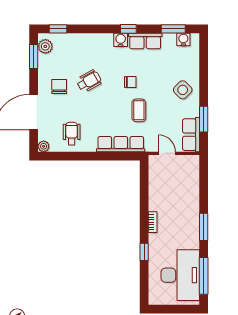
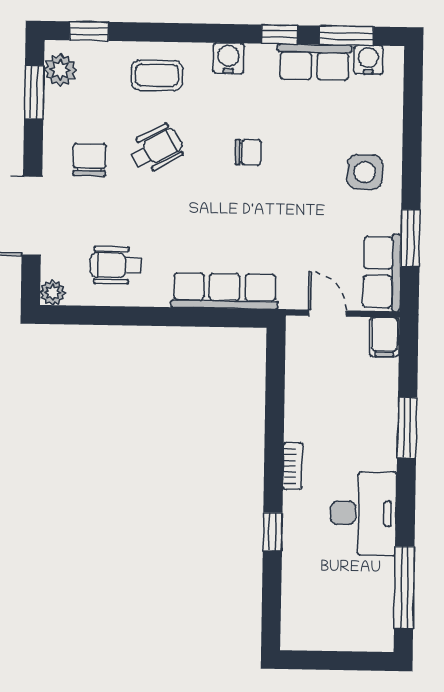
window: (128, 29) -> (280, 34), moved
row of seats: (145, 41) -> (314, 62), moved
side table: (183, 90) -> (365, 172), turned 45
coffee table: (139, 110) -> (157, 75), moved, turned 90
wheelchair: (72, 134) -> (115, 265), turned -90
filing cabinet: (193, 164) -> (384, 337), added
window: (204, 227) -> (407, 428), moved
desk: (180, 275) -> (363, 513), moved, width x0.73, depth x0.77

